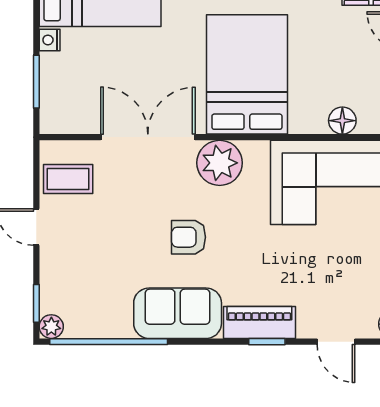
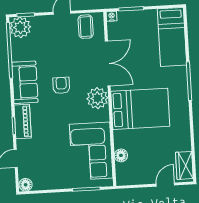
nightstand: (50, 40) -> (112, 16), moved
plant: (51, 327) -> (20, 27), width x1.88, depth x1.88

